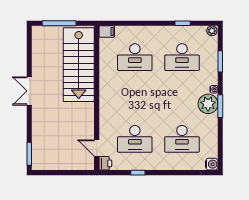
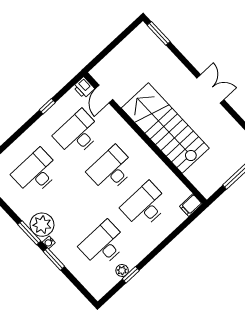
plant: (212, 31) -> (122, 270), moved
window: (220, 61) -> (54, 259), moved
stairs: (79, 65) -> (165, 128), moved
desk: (135, 98) -> (111, 170), added
door: (97, 148) -> (104, 94), swing flipped

